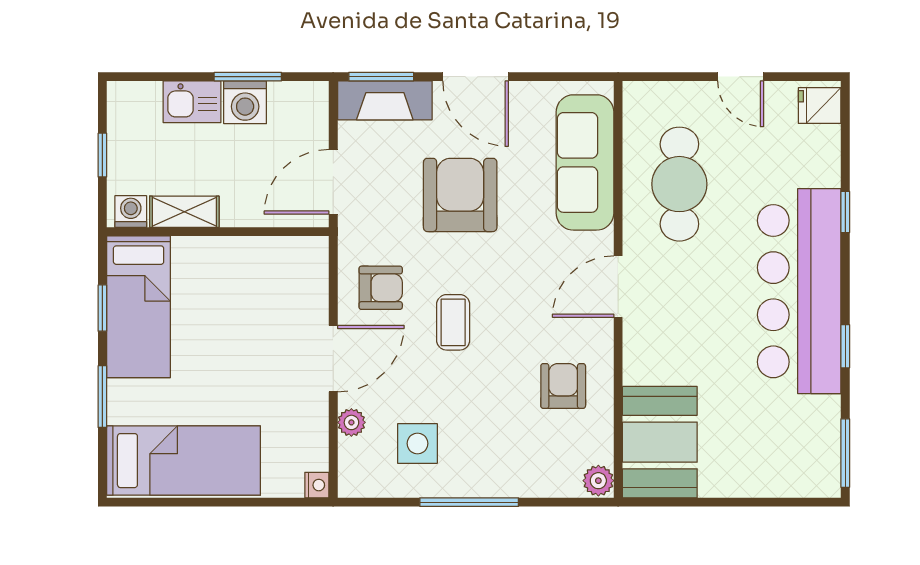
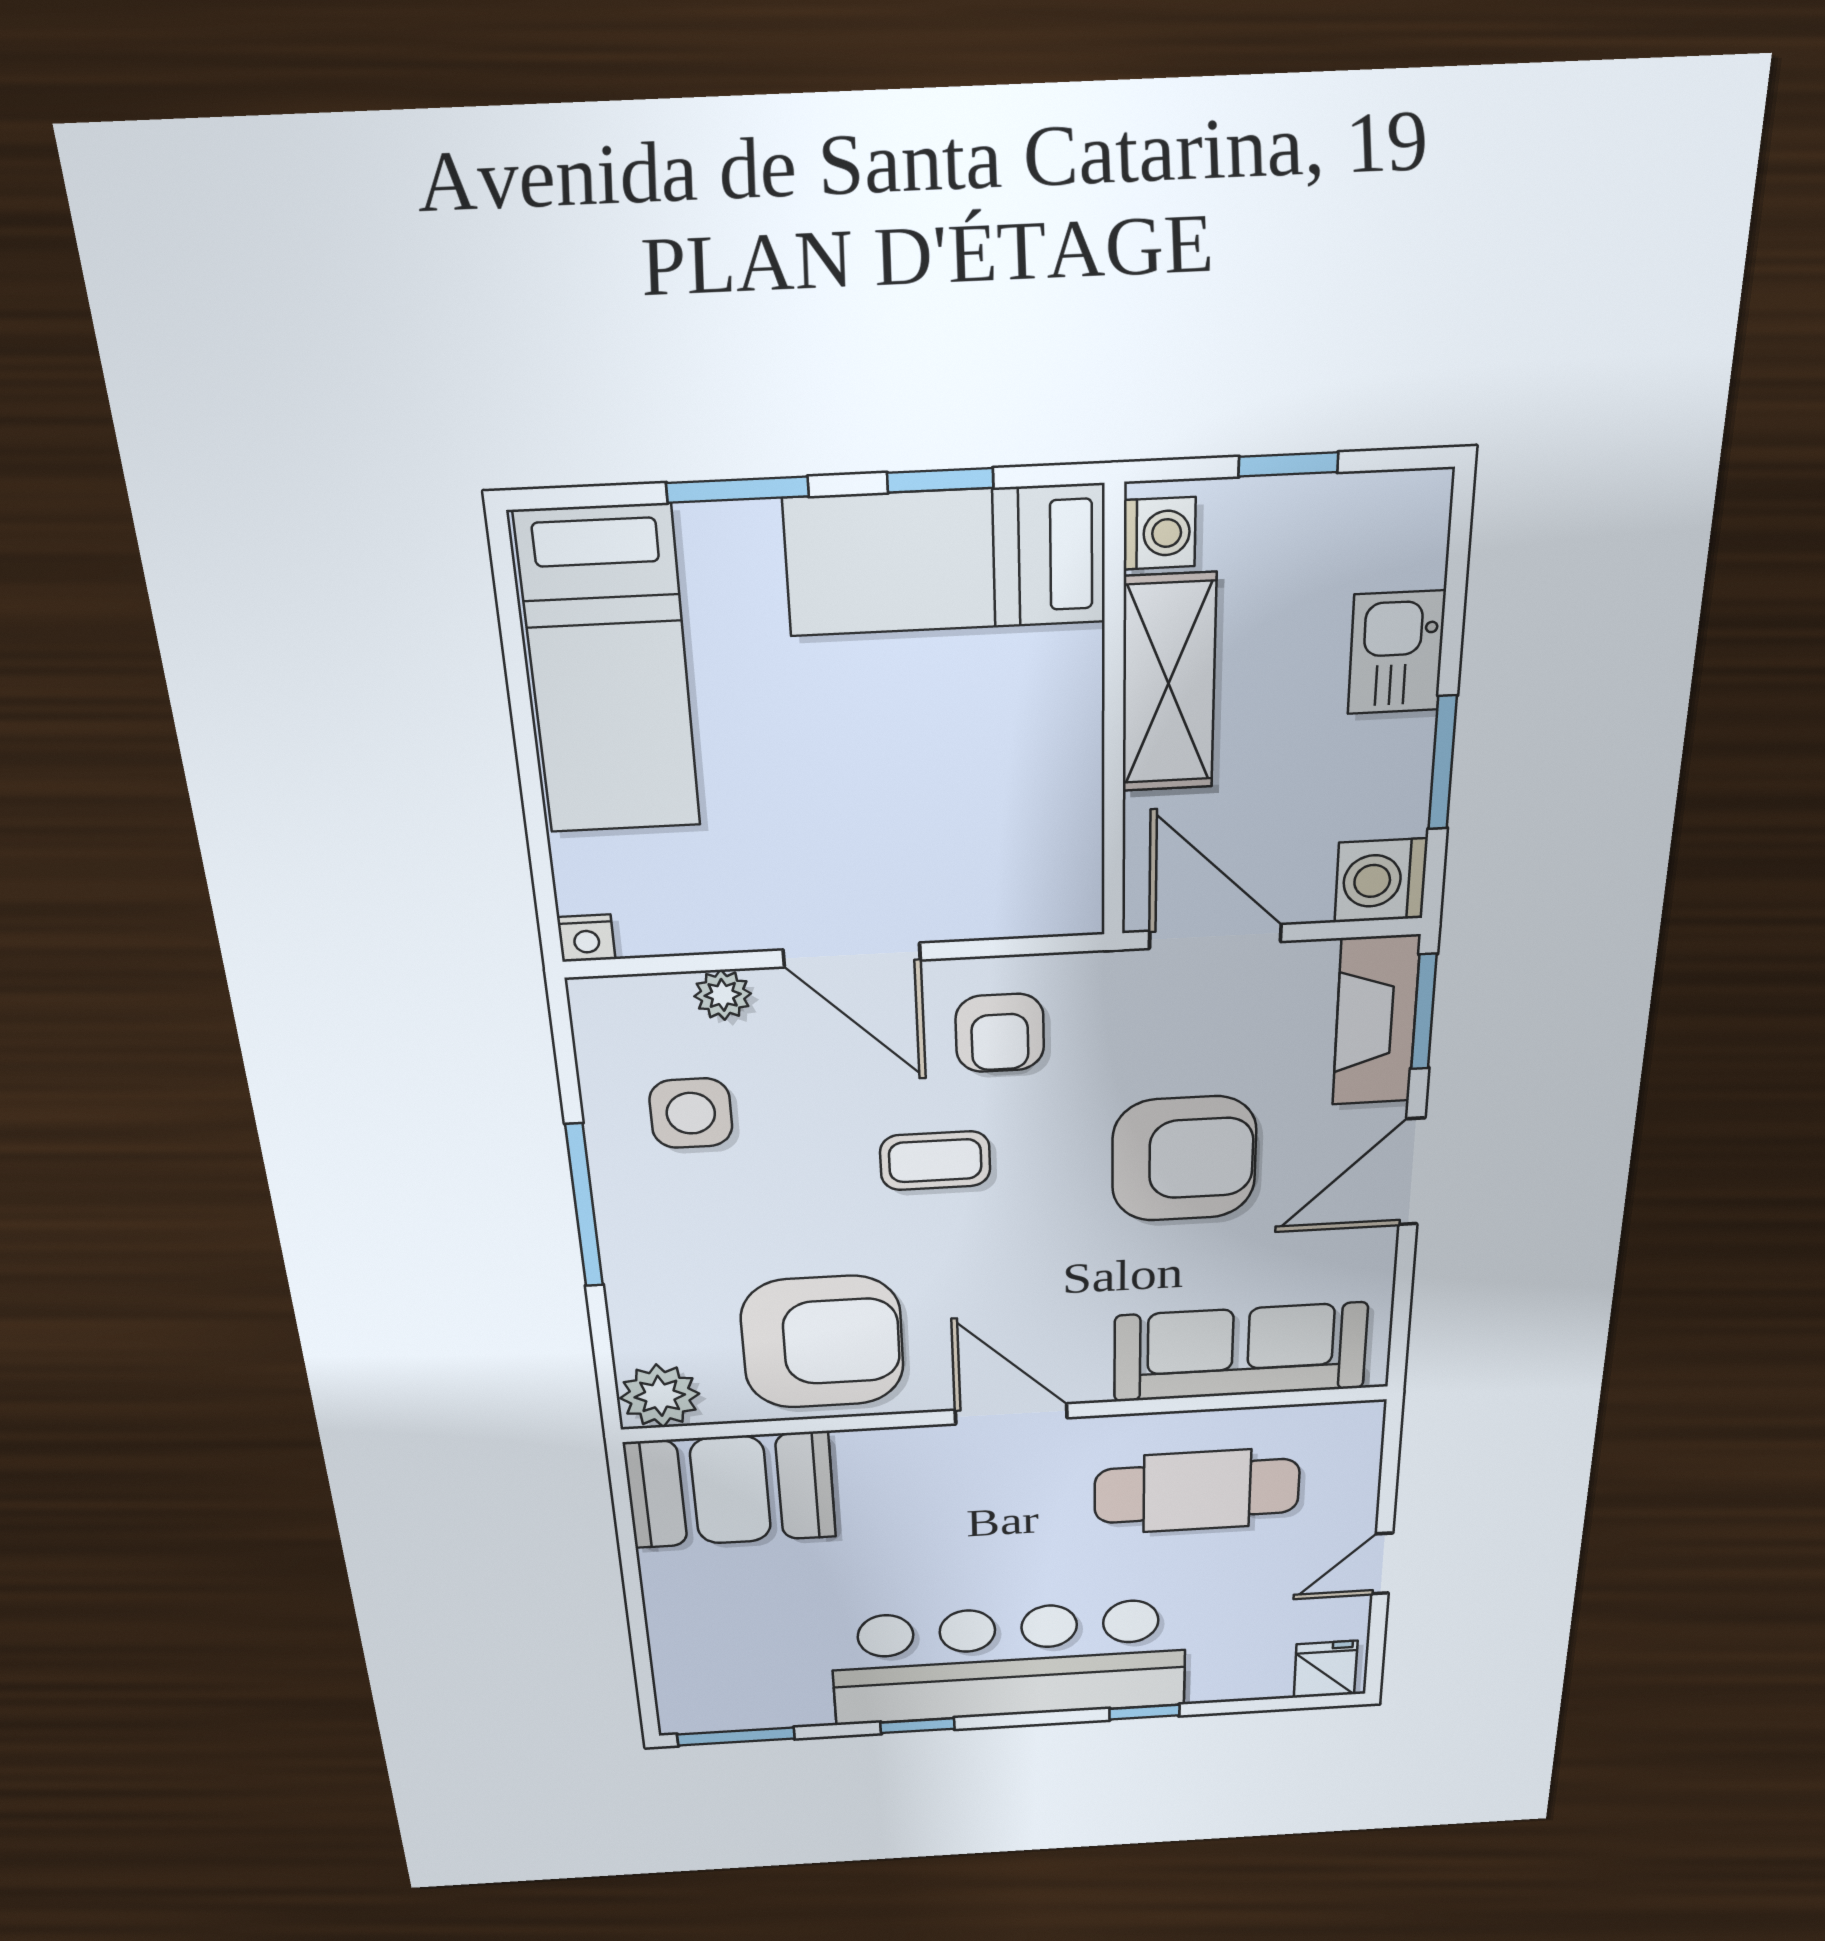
washing machine: (245, 102) -> (1381, 880), moved
shelving: (184, 212) -> (1169, 683), width x1.50, depth x1.33
armchair: (563, 386) -> (822, 1342), width x1.88, depth x1.88
plant: (598, 481) -> (660, 1396), width x1.38, depth x1.38

